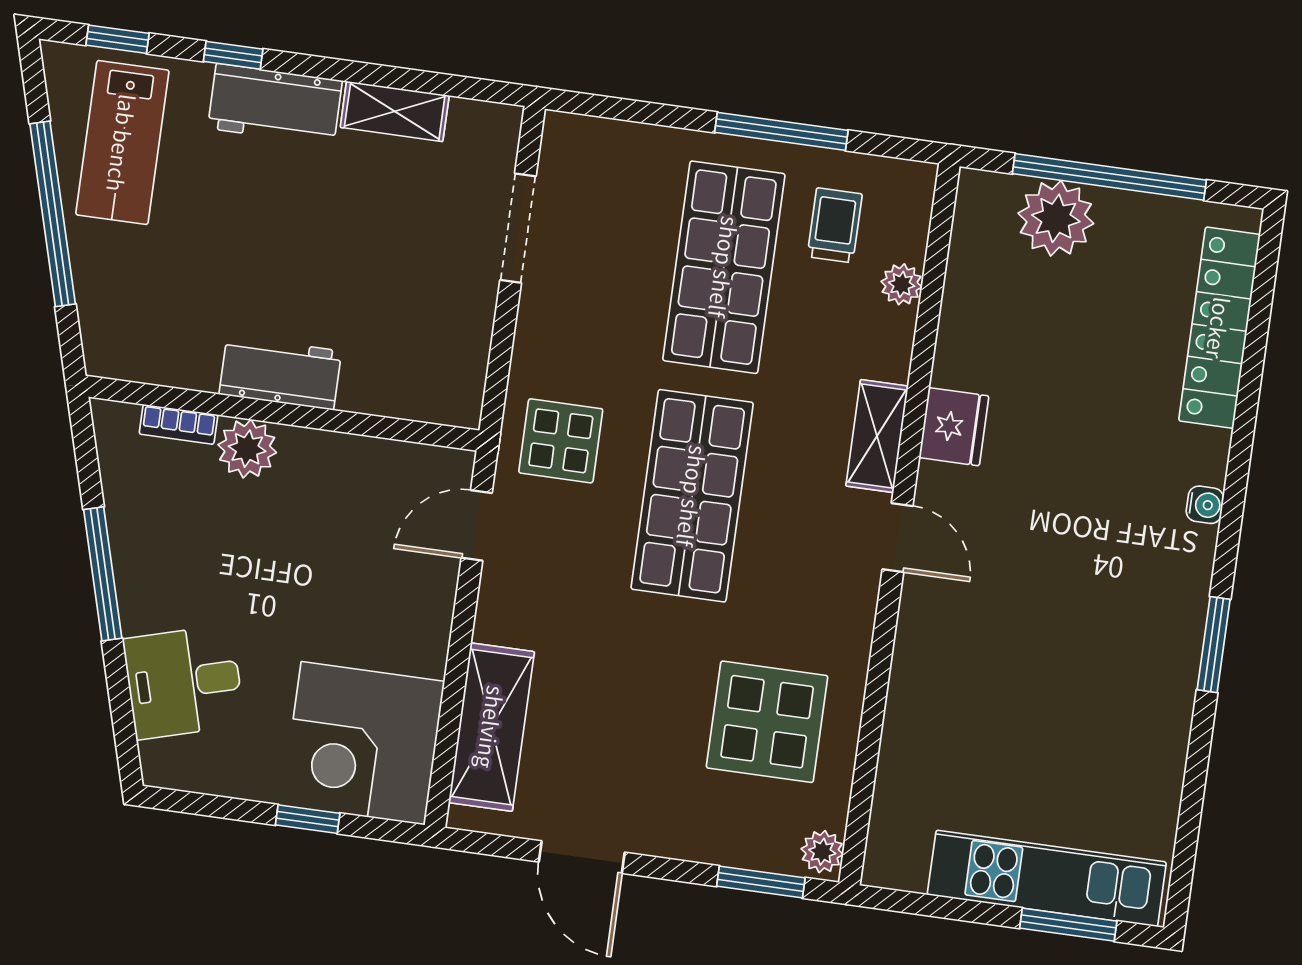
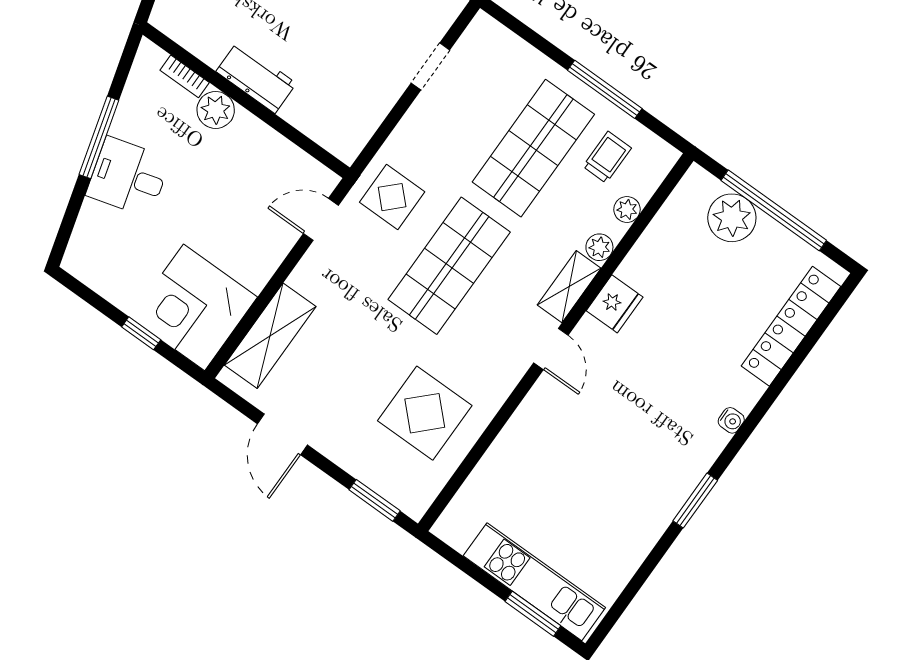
doorway: (518, 228) -> (430, 66), width x0.73
desk: (184, 682) -> (128, 177), moved
plant: (822, 852) -> (599, 247), moved

